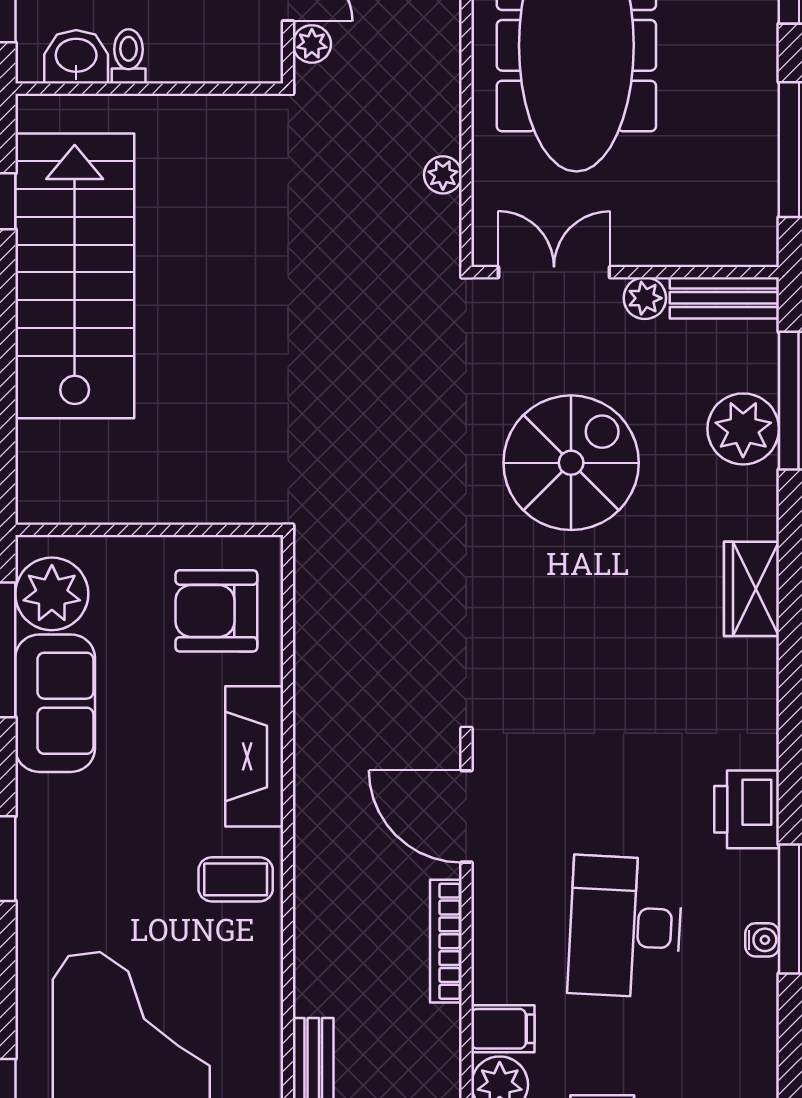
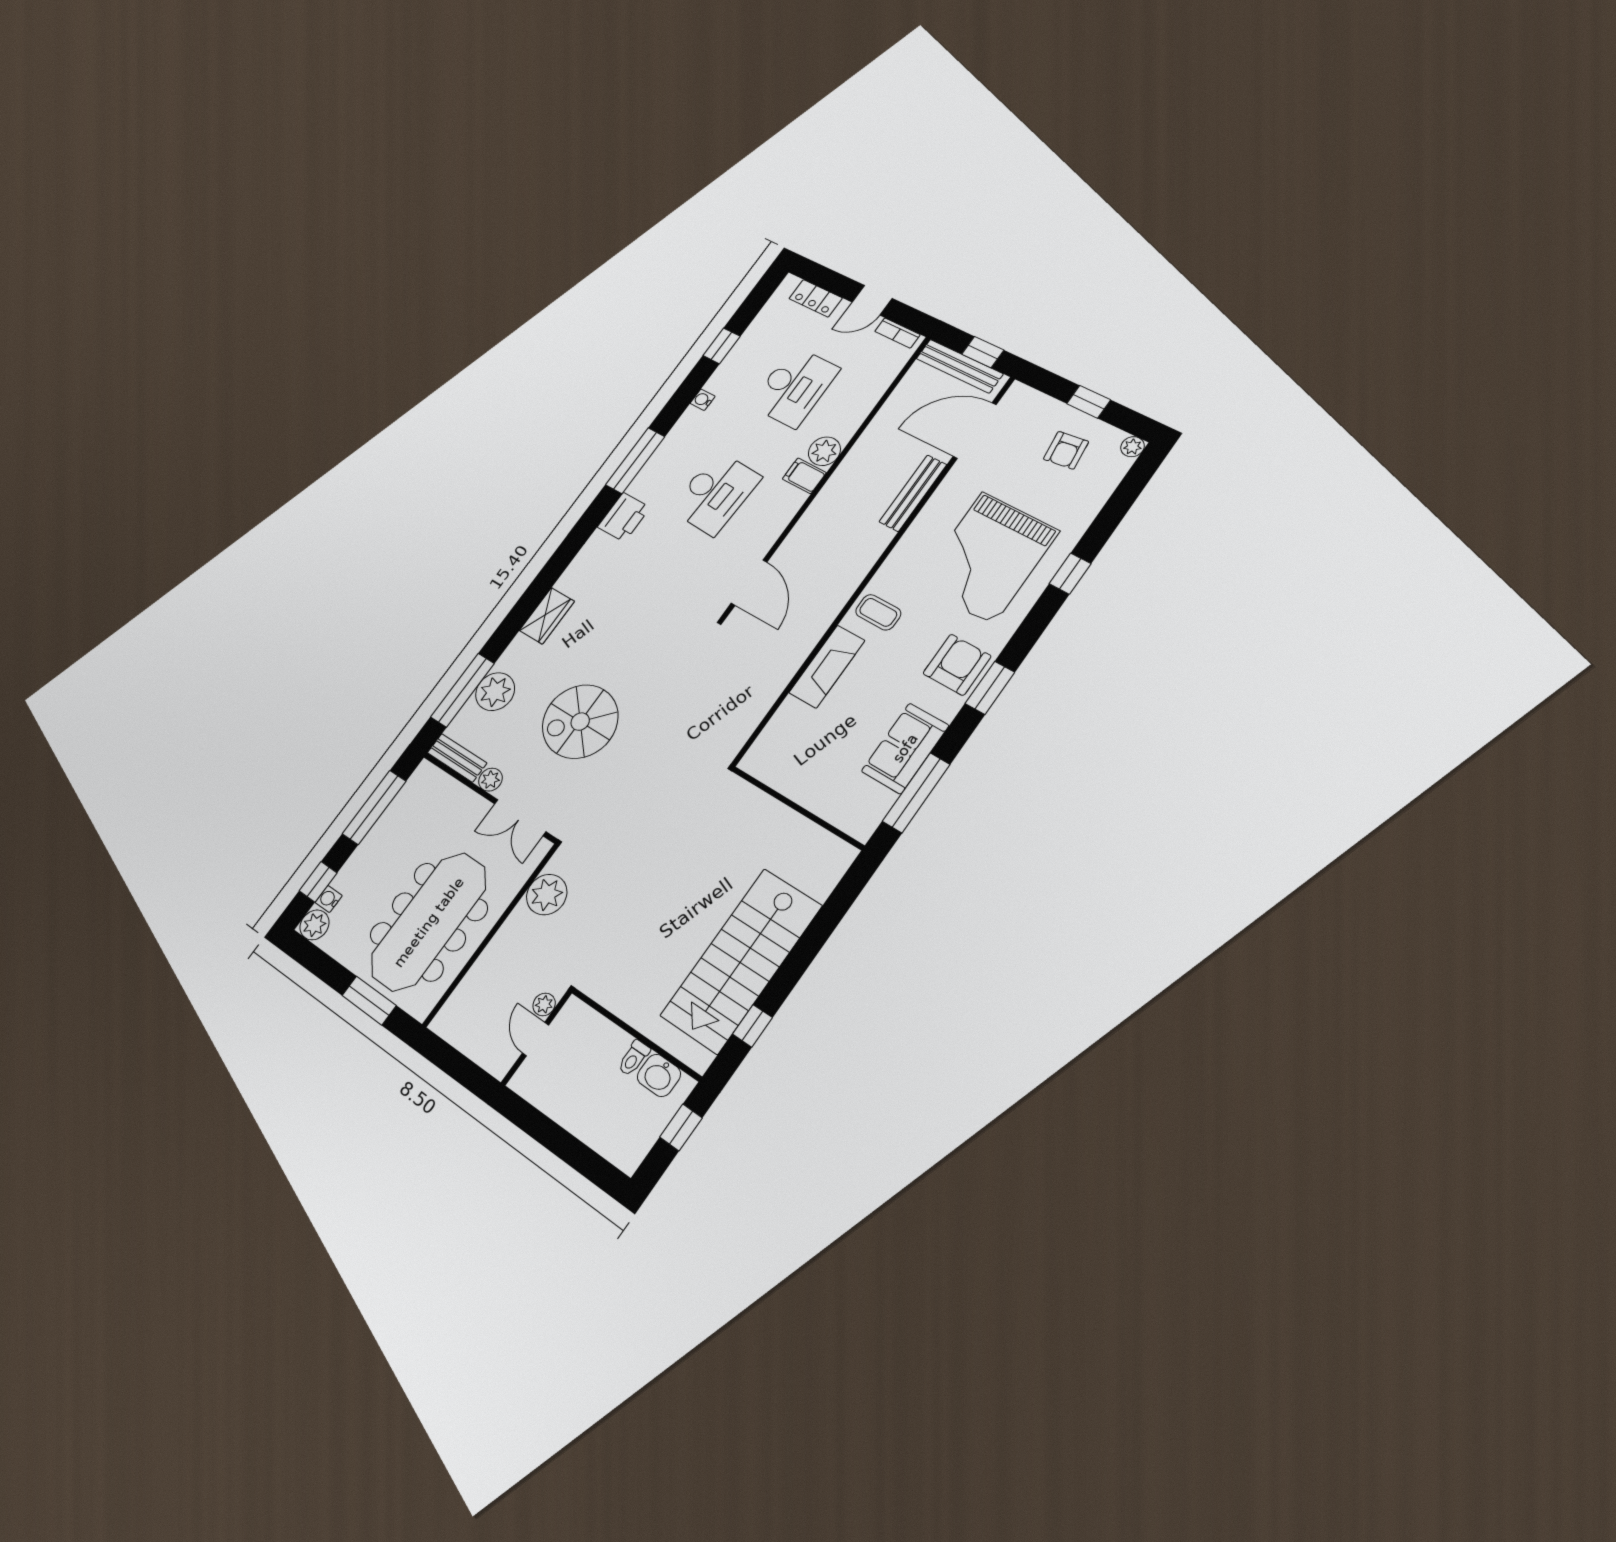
plant: (443, 175) -> (547, 895), width x1.88, depth x1.88
plant: (52, 594) -> (868, 804), removed
armchair: (216, 611) -> (957, 665), moved, turned -90
water cooler: (762, 940) -> (703, 400), moved
bookcase: (446, 941) -> (801, 530), removed

